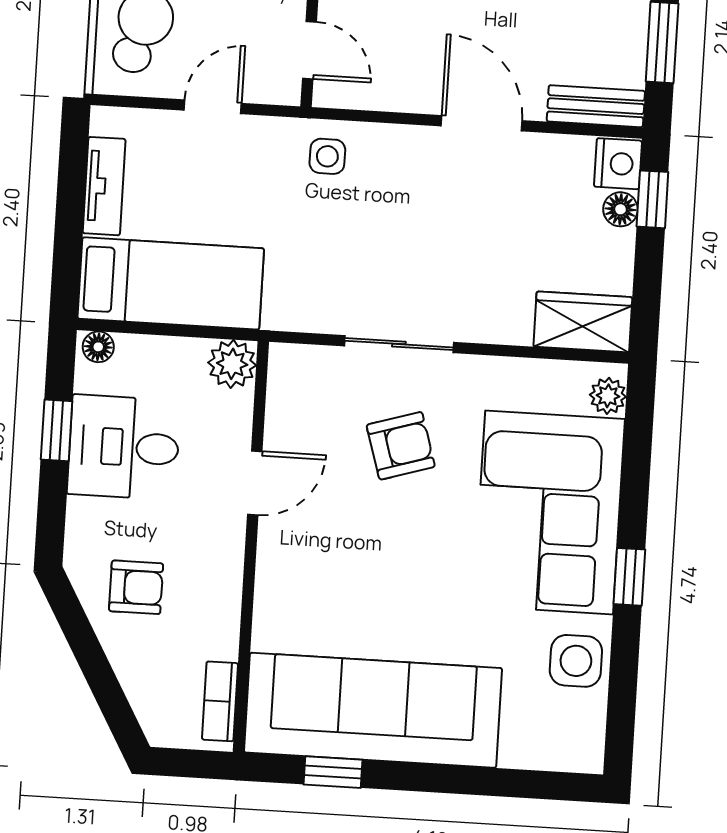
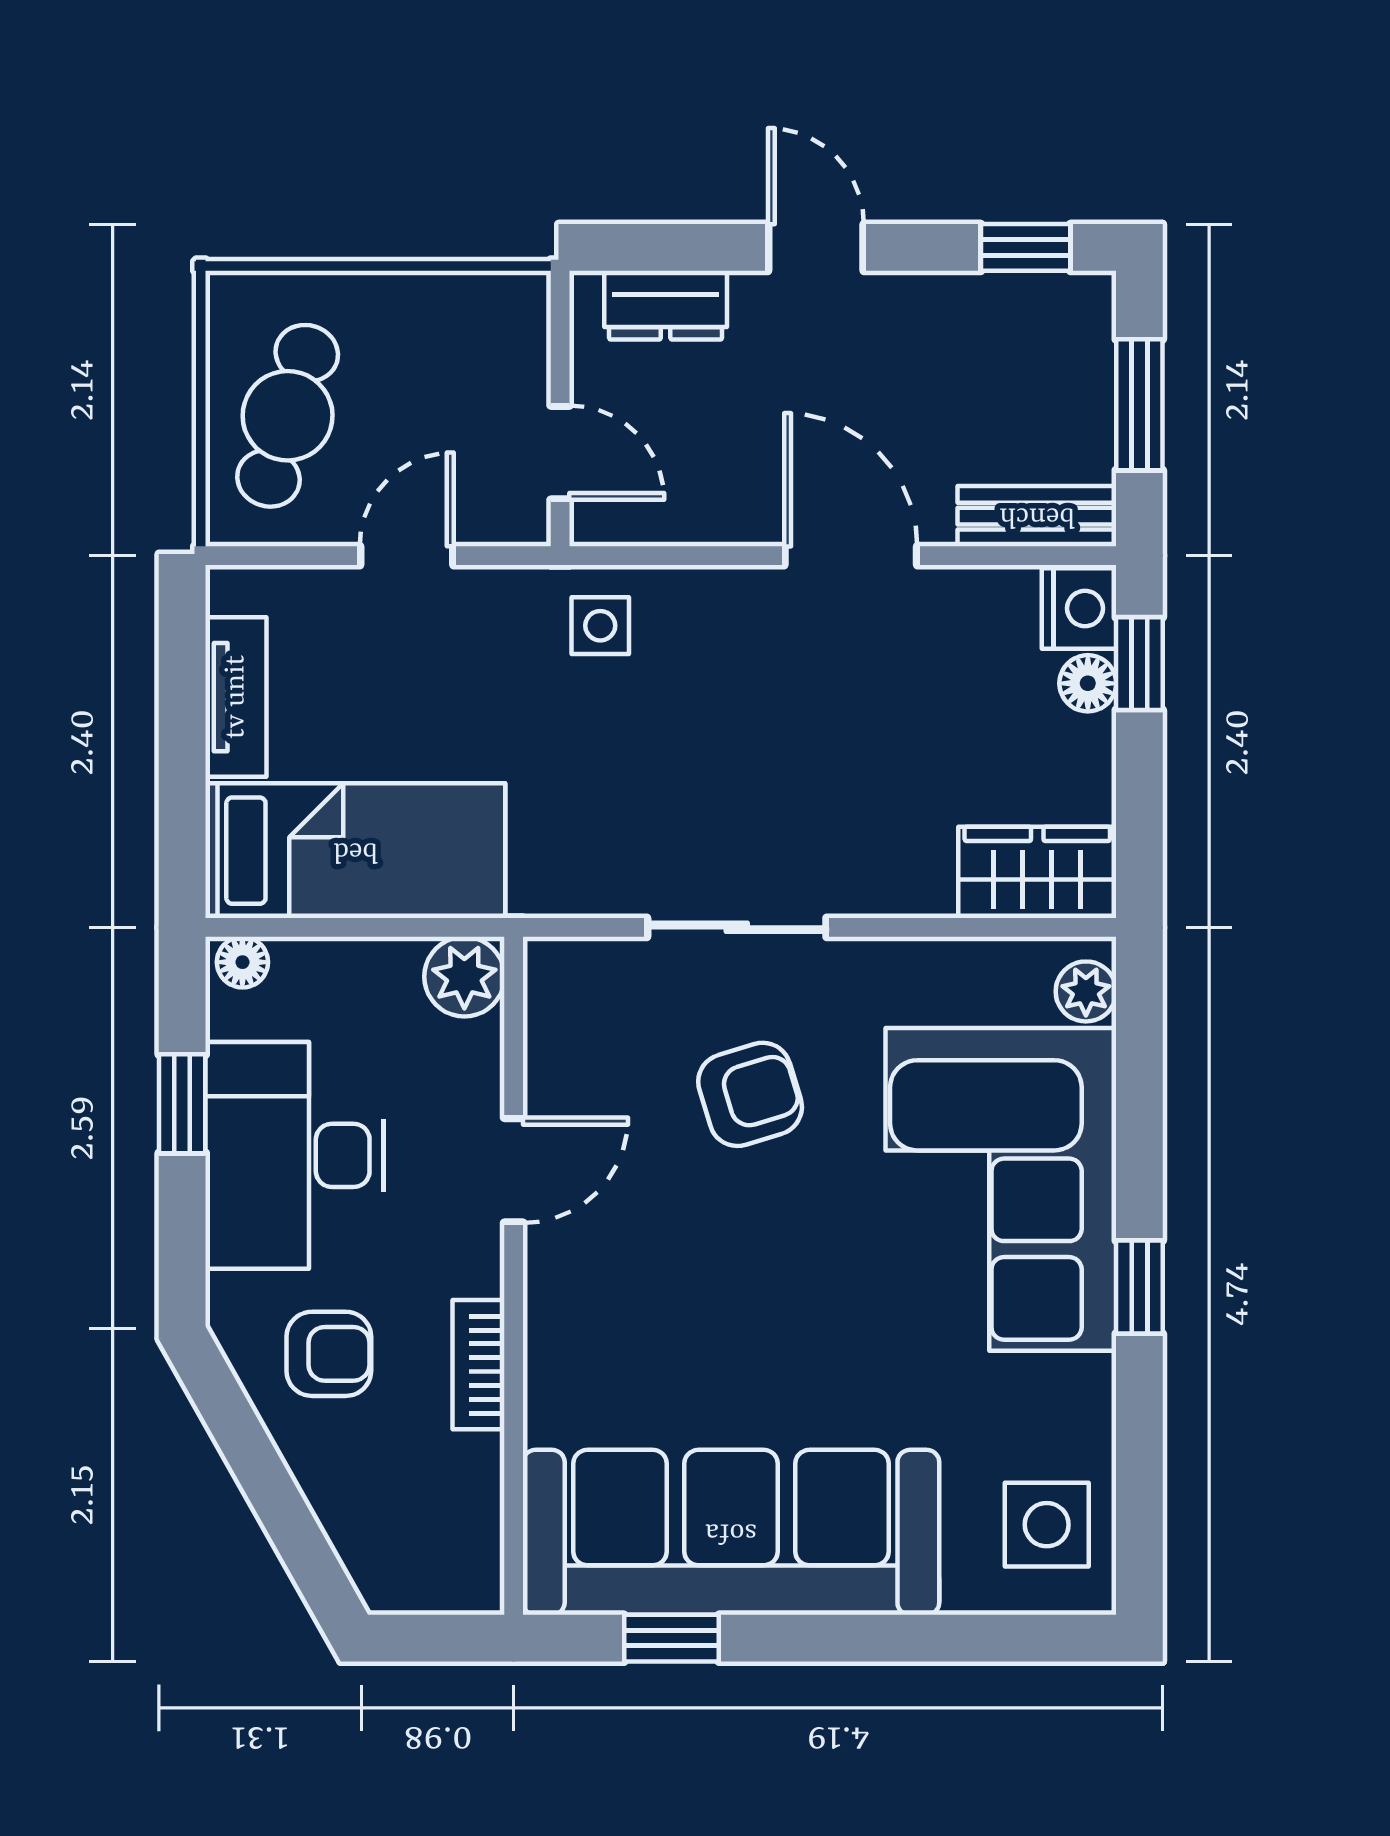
desk: (124, 447) -> (295, 1155), width x1.37
side table: (576, 661) -> (1047, 1525), moved
bookcase: (220, 701) -> (478, 1365), moved

